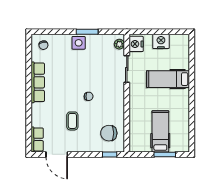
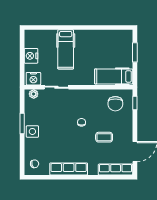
hospital bed: (160, 131) -> (114, 76), moved
row of seats: (37, 139) -> (116, 170), width x1.48

